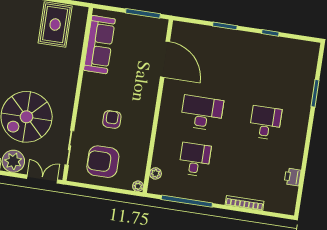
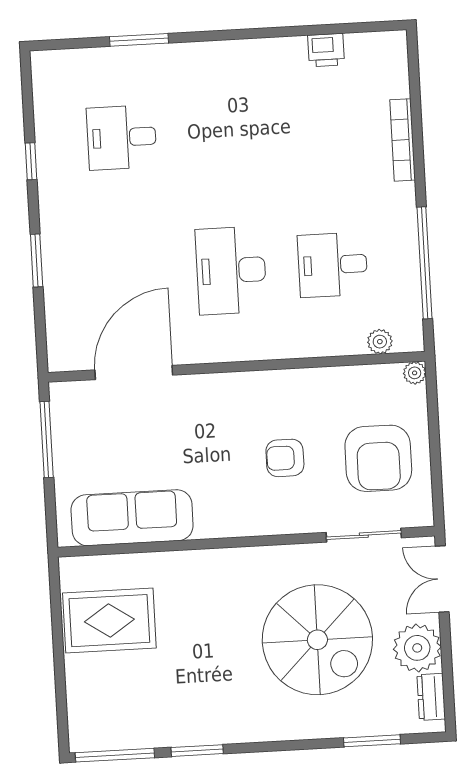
desk: (265, 123) -> (122, 137), moved

